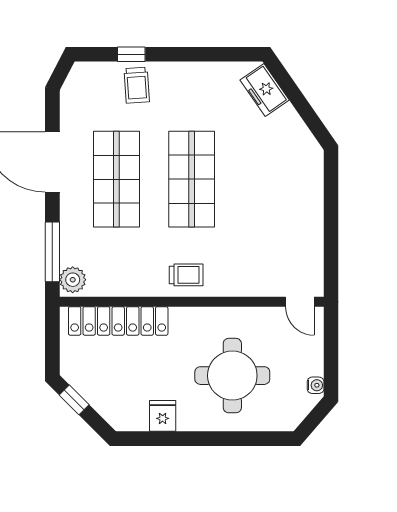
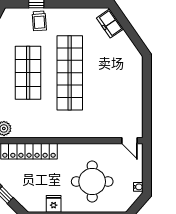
shop shelf: (192, 179) -> (70, 73), width x1.40
trolley: (186, 275) -> (67, 126), removed

